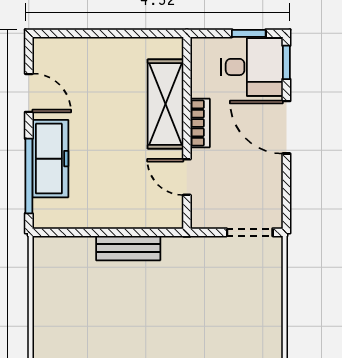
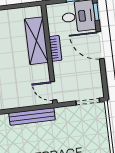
door: (187, 177) -> (54, 91), moved
bench: (128, 248) -> (32, 116), width x1.36

